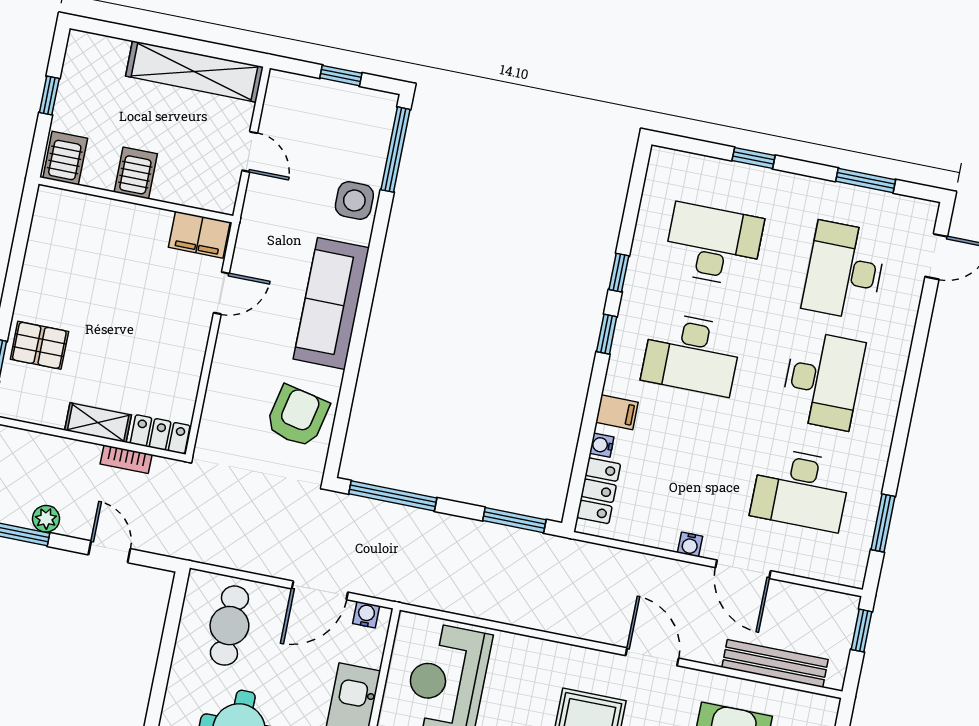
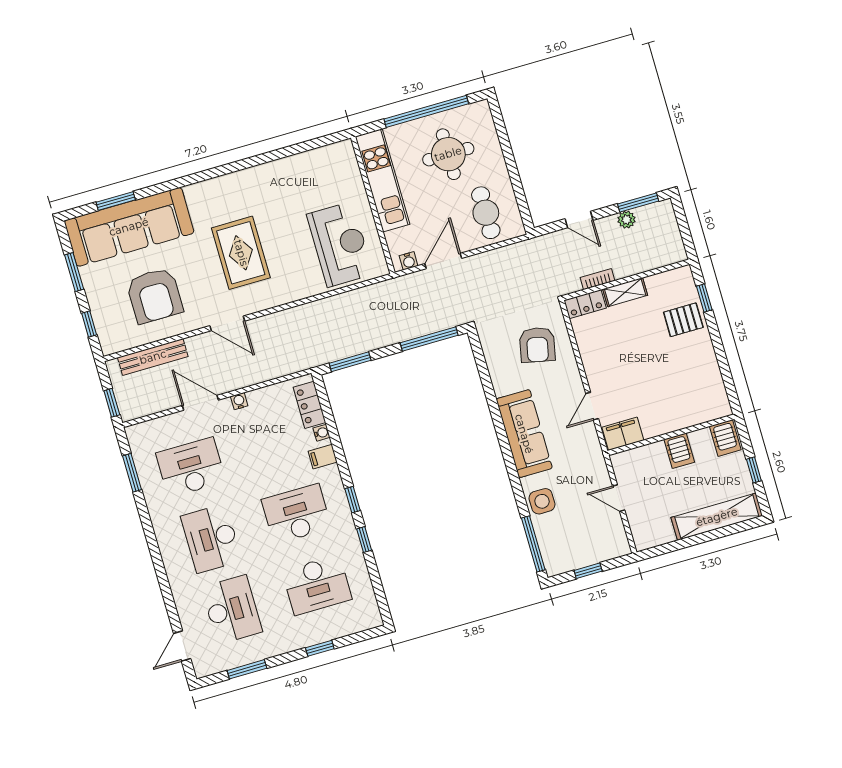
shelving: (194, 71) -> (717, 517), moved
armchair: (297, 416) -> (537, 345), moved

